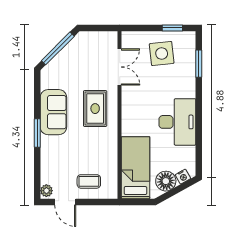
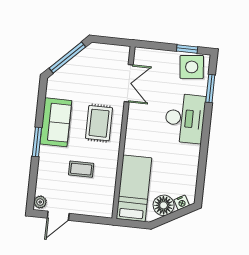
side table: (162, 53) -> (192, 67), moved
desk: (177, 122) -> (185, 118), moved
coffee table: (89, 181) -> (81, 169), moved
door: (65, 202) -> (58, 216), hinge flipped

